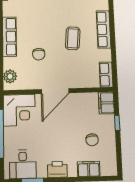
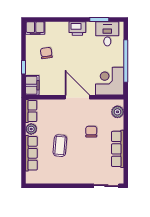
plant: (105, 55) -> (31, 129), added
door: (55, 91) -> (77, 97), hinge flipped
filing cabinet: (89, 169) -> (35, 28), moved

